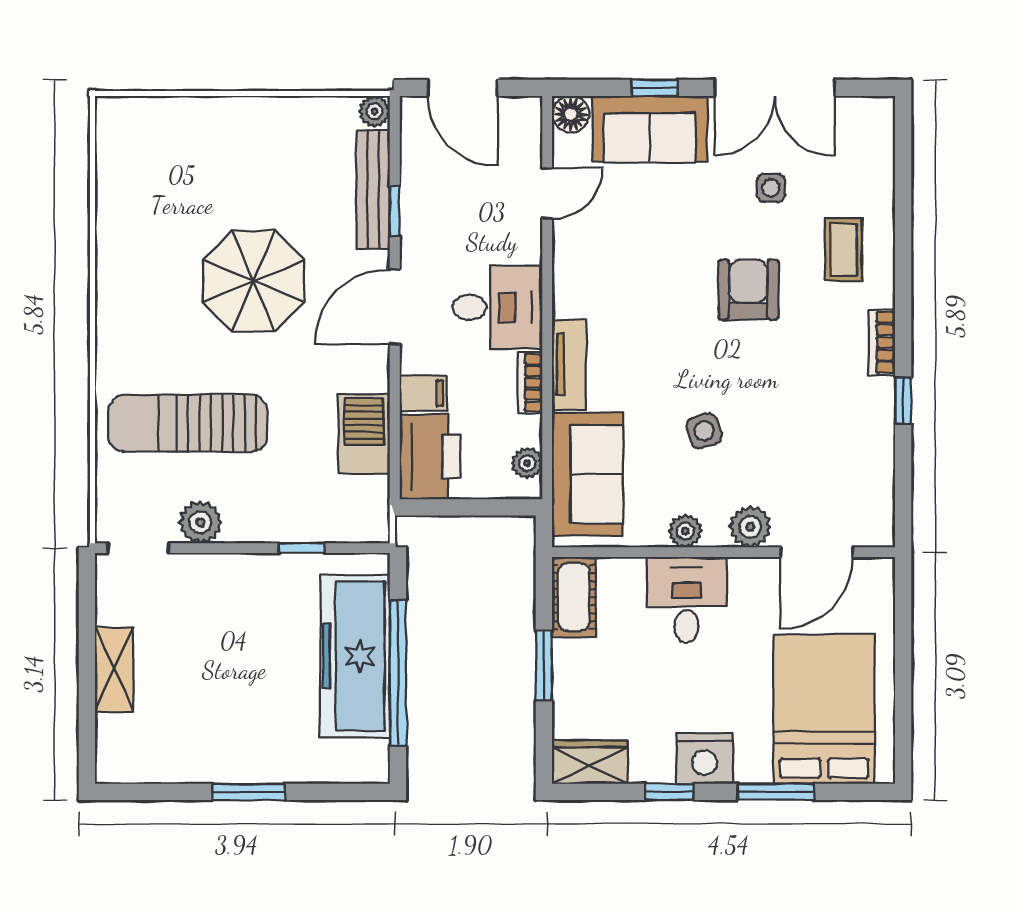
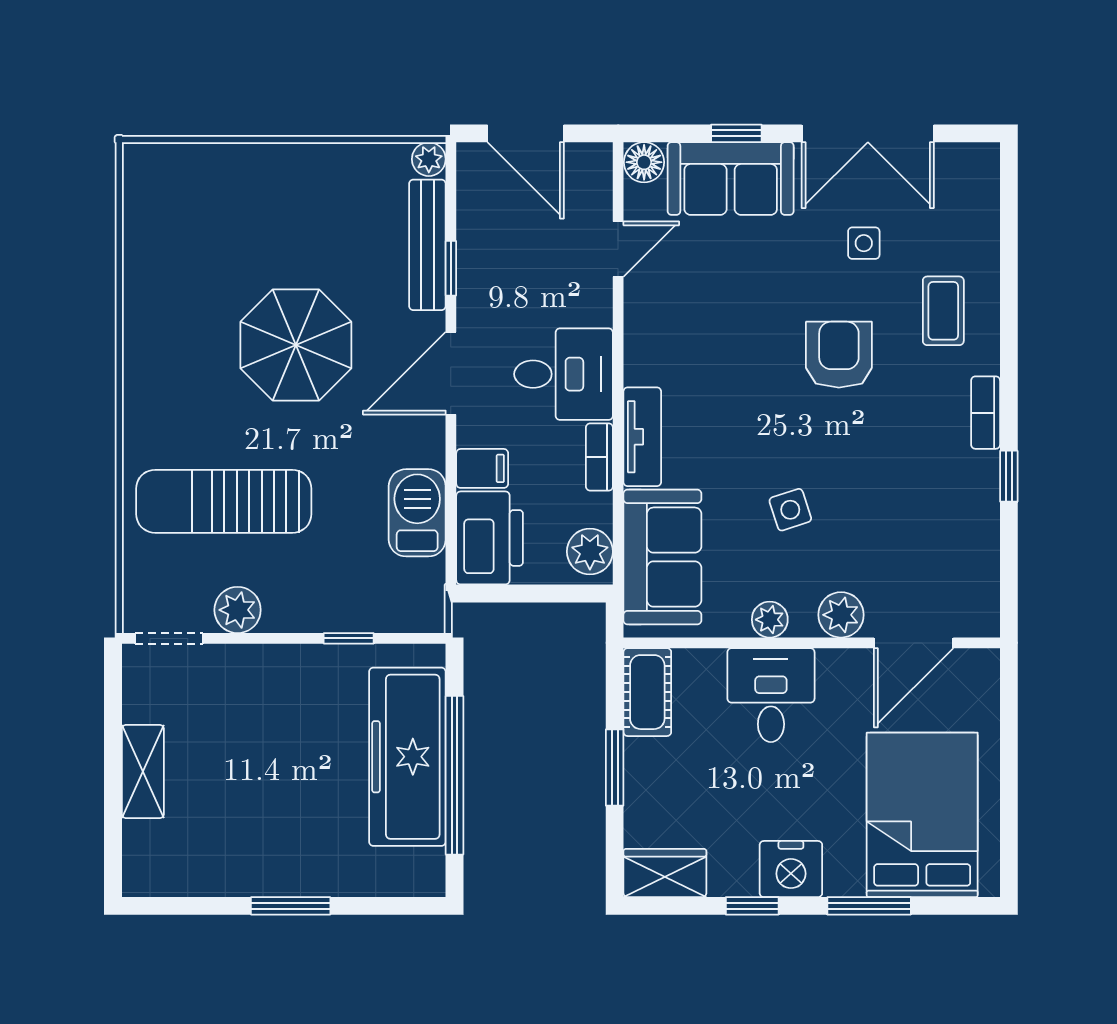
plant: (527, 463) -> (590, 552), width x1.38, depth x1.38

